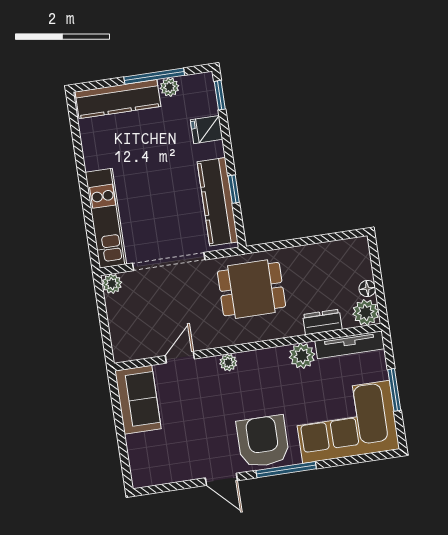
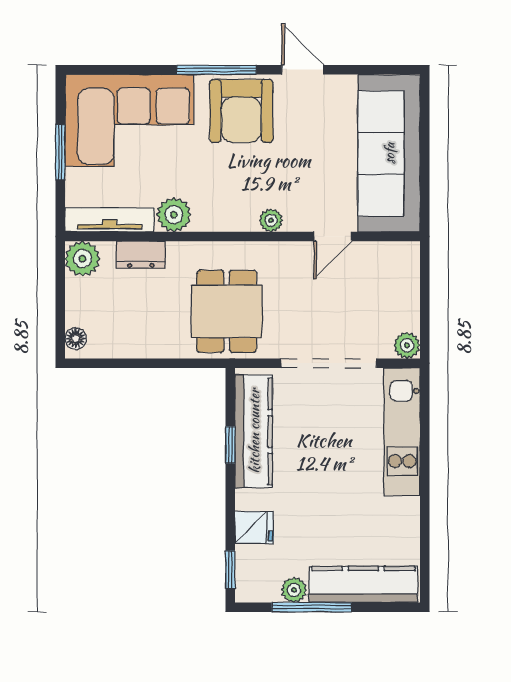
dining table: (251, 289) -> (227, 311), turned 90
floor lamp: (367, 289) -> (76, 339), moved
sofa: (138, 400) -> (389, 153), width x1.85, depth x1.27

